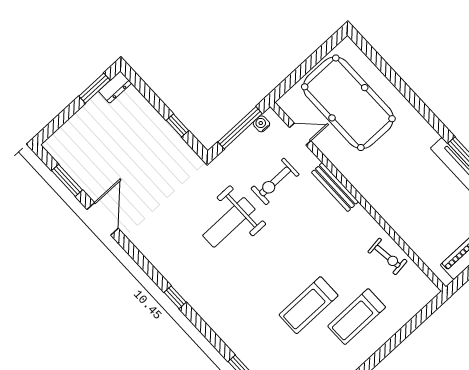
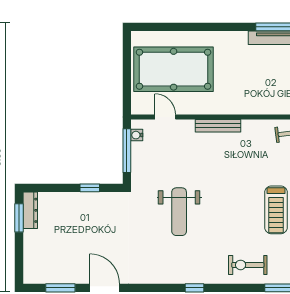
dresser: (115, 87) -> (30, 210), width x1.44
door: (300, 134) -> (165, 117), hinge flipped
exercise bike: (275, 181) -> (248, 265), moved, turned 90

